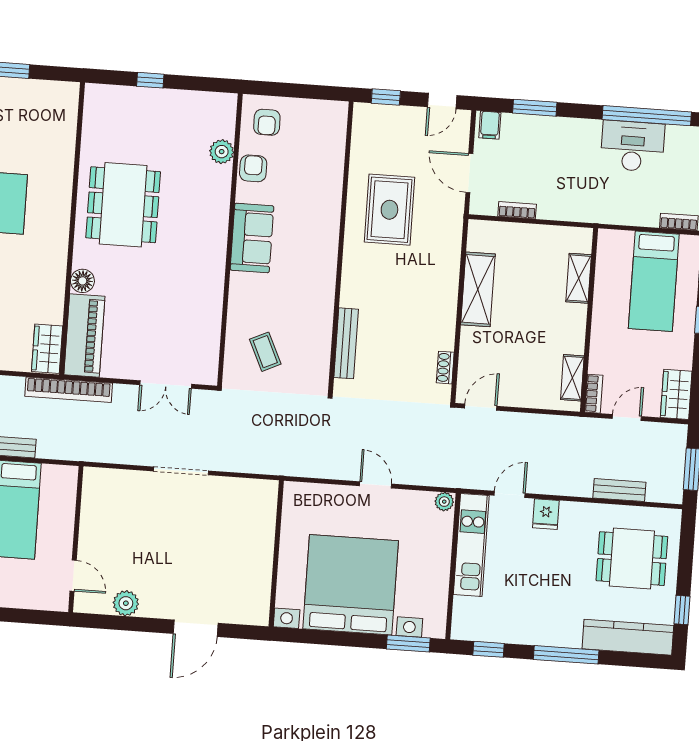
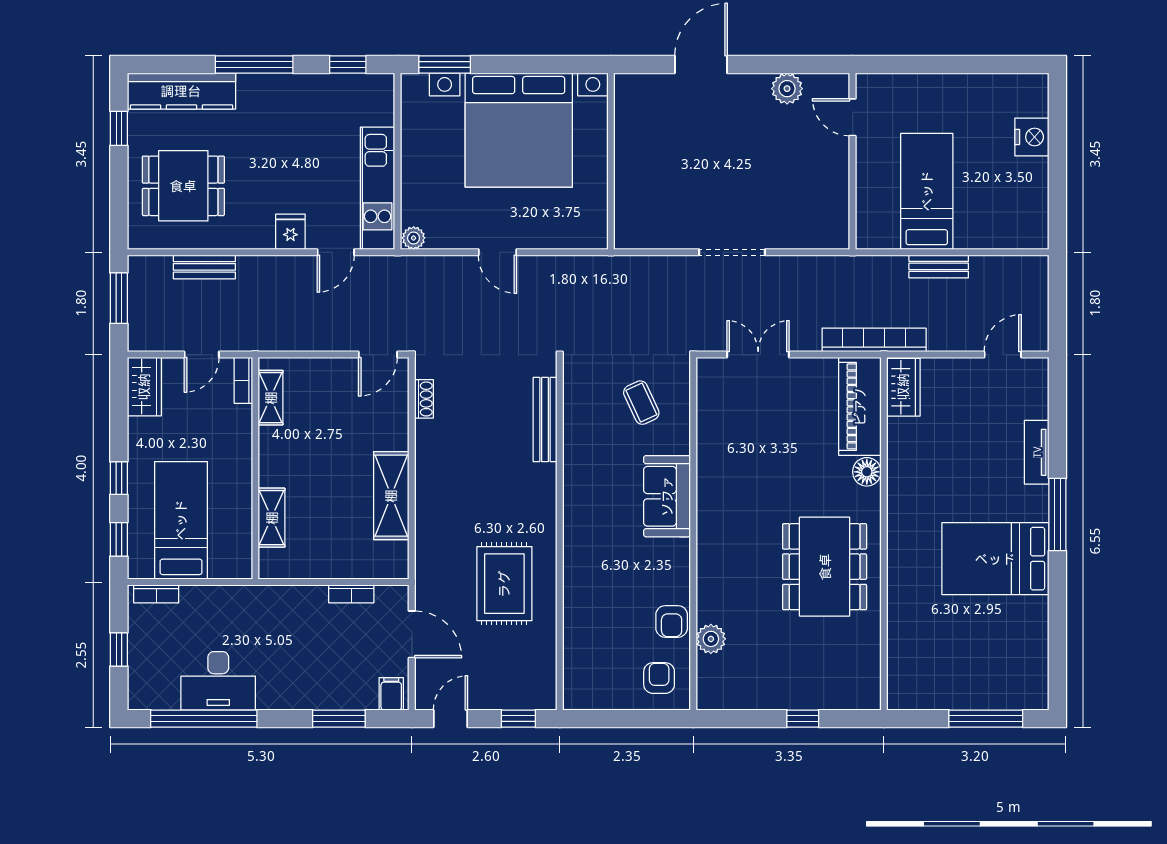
sofa: (252, 238) -> (667, 496), moved

